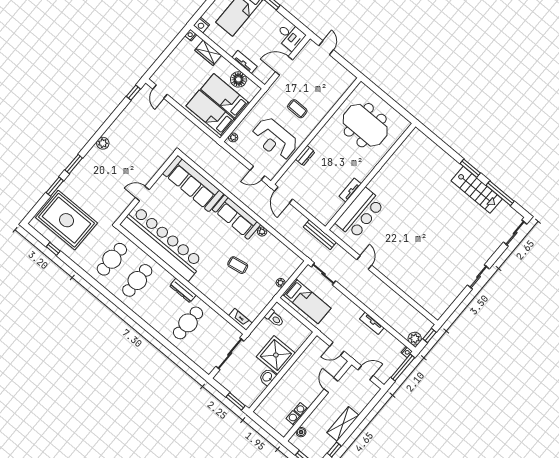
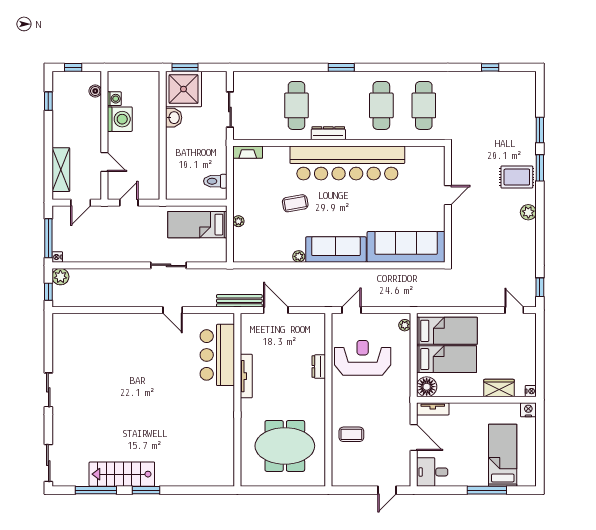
door: (326, 48) -> (387, 490), hinge flipped
tv unit: (245, 62) -> (433, 409), moved
door: (284, 66) -> (414, 438), hinge flipped
floor lamp: (238, 79) -> (427, 387), moved
coffee table: (297, 109) -> (351, 434), moved
tv unit: (350, 190) -> (246, 376), width x1.41
door: (284, 195) -> (276, 310), moved
rug: (67, 220) -> (517, 177), moved, width x0.54, depth x0.49
bar counter: (162, 243) -> (347, 163), moved
sliding door: (323, 274) -> (169, 265), moved
window: (142, 323) -> (341, 67), added
tv unit: (372, 323) -> (115, 256), removed
sliding door: (230, 354) -> (230, 109), width x0.73
shower: (276, 355) -> (184, 89), moved
washing machine: (301, 409) -> (120, 119), width x1.89, depth x1.89
shelving: (343, 424) -> (61, 170), moved

